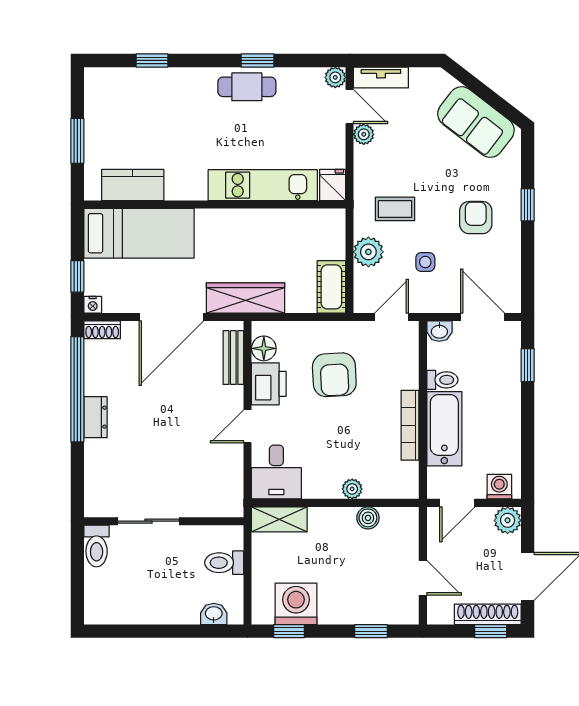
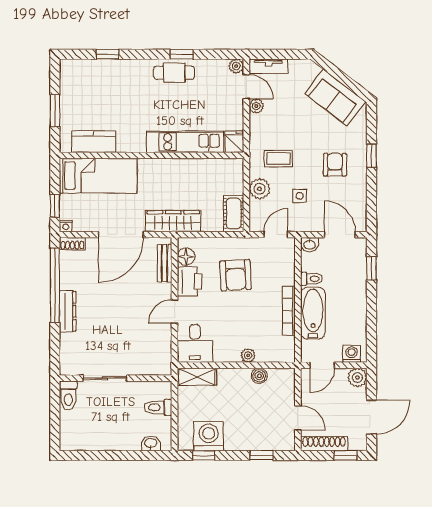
dresser: (95, 417) -> (68, 311), width x1.44
shoe rack: (488, 614) -> (324, 444), moved

